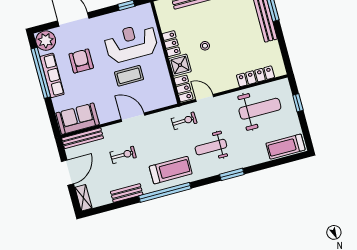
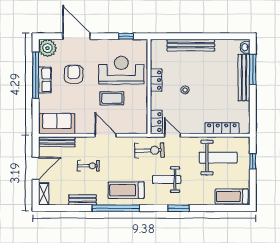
shower: (180, 65) -> (159, 101), removed
row of seats: (52, 75) -> (45, 80), width x0.68
exercise bike: (184, 121) -> (149, 150), width x1.38, depth x1.39
treadmill: (171, 170) -> (126, 190), turned 180

